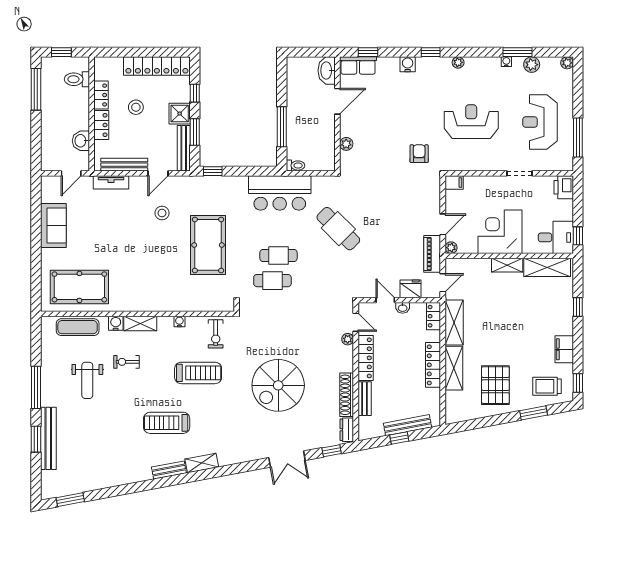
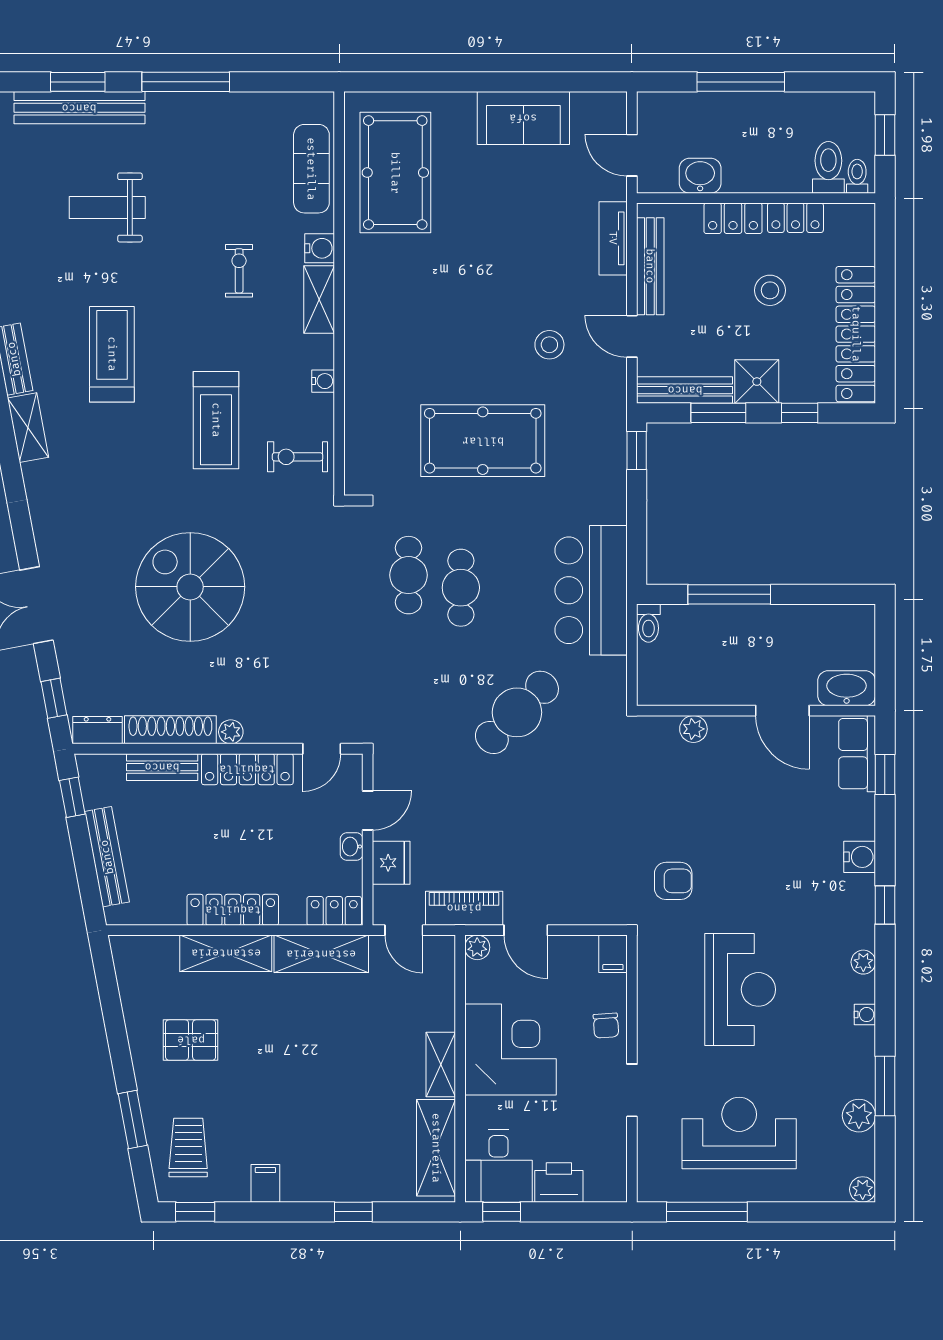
water cooler: (506, 62) -> (865, 1015), moved
toilet: (81, 65) -> (857, 176), added
window: (36, 89) -> (741, 82), moved
chair: (488, 186) -> (606, 1026), added
printer: (564, 187) -> (559, 1182), moved
plant: (348, 339) -> (231, 732), moved
filing cabinet: (564, 349) -> (265, 1183), width x0.50
weight bench: (87, 380) -> (107, 207), moved
pallet: (495, 385) -> (191, 1040), width x0.67, depth x0.71
window: (399, 438) -> (72, 797), moved

